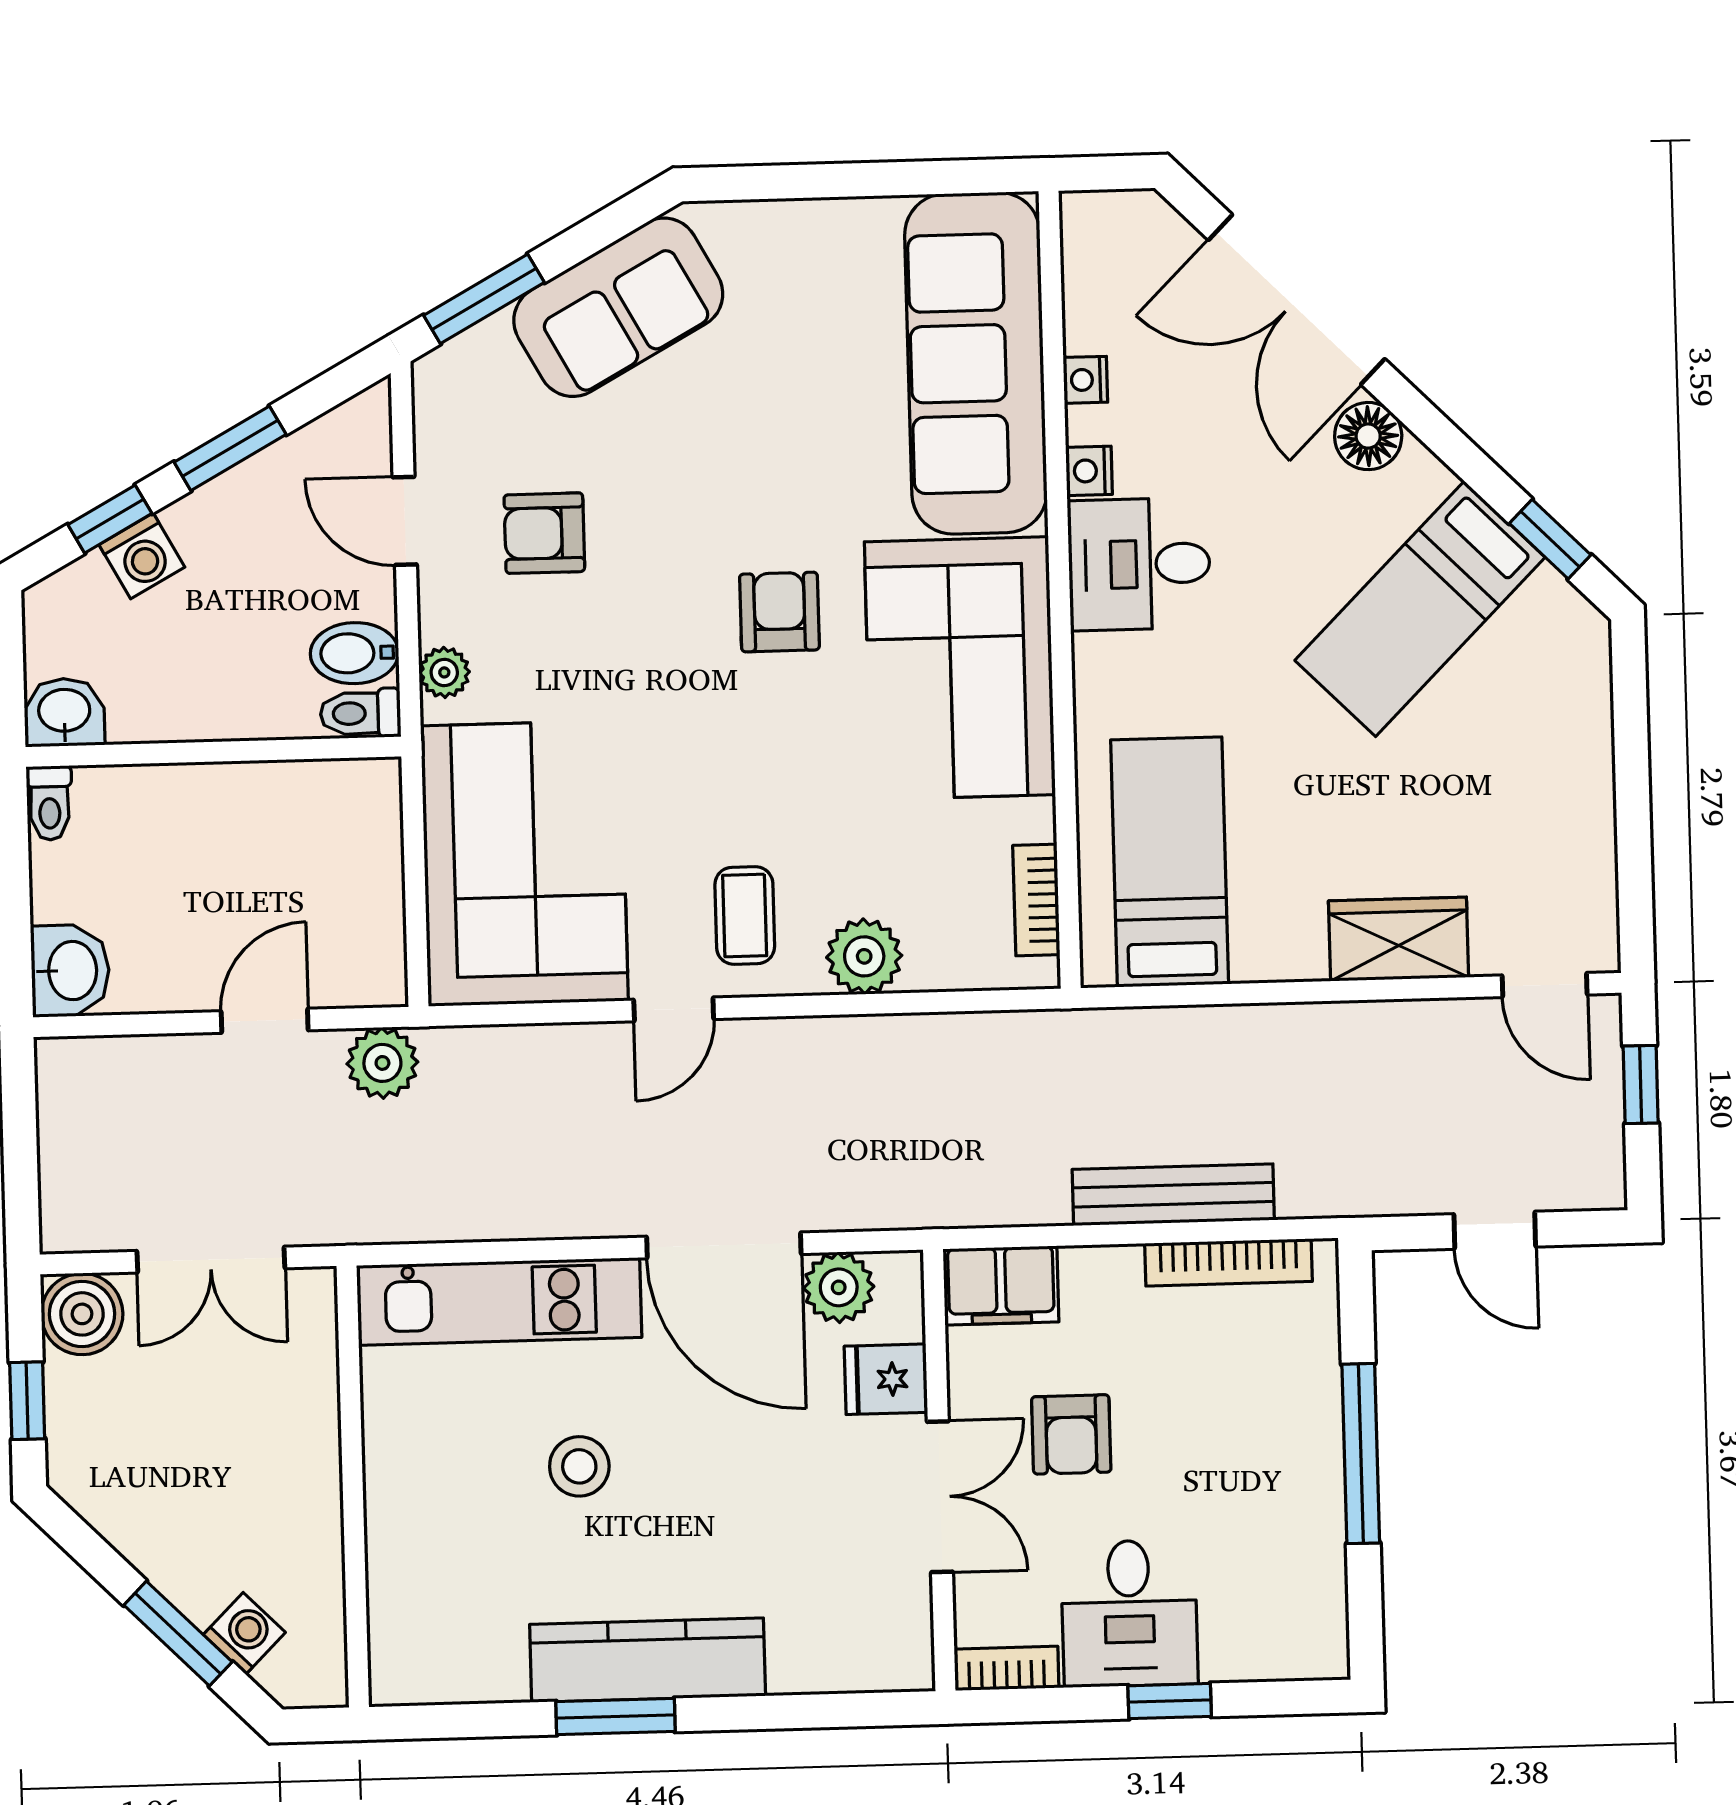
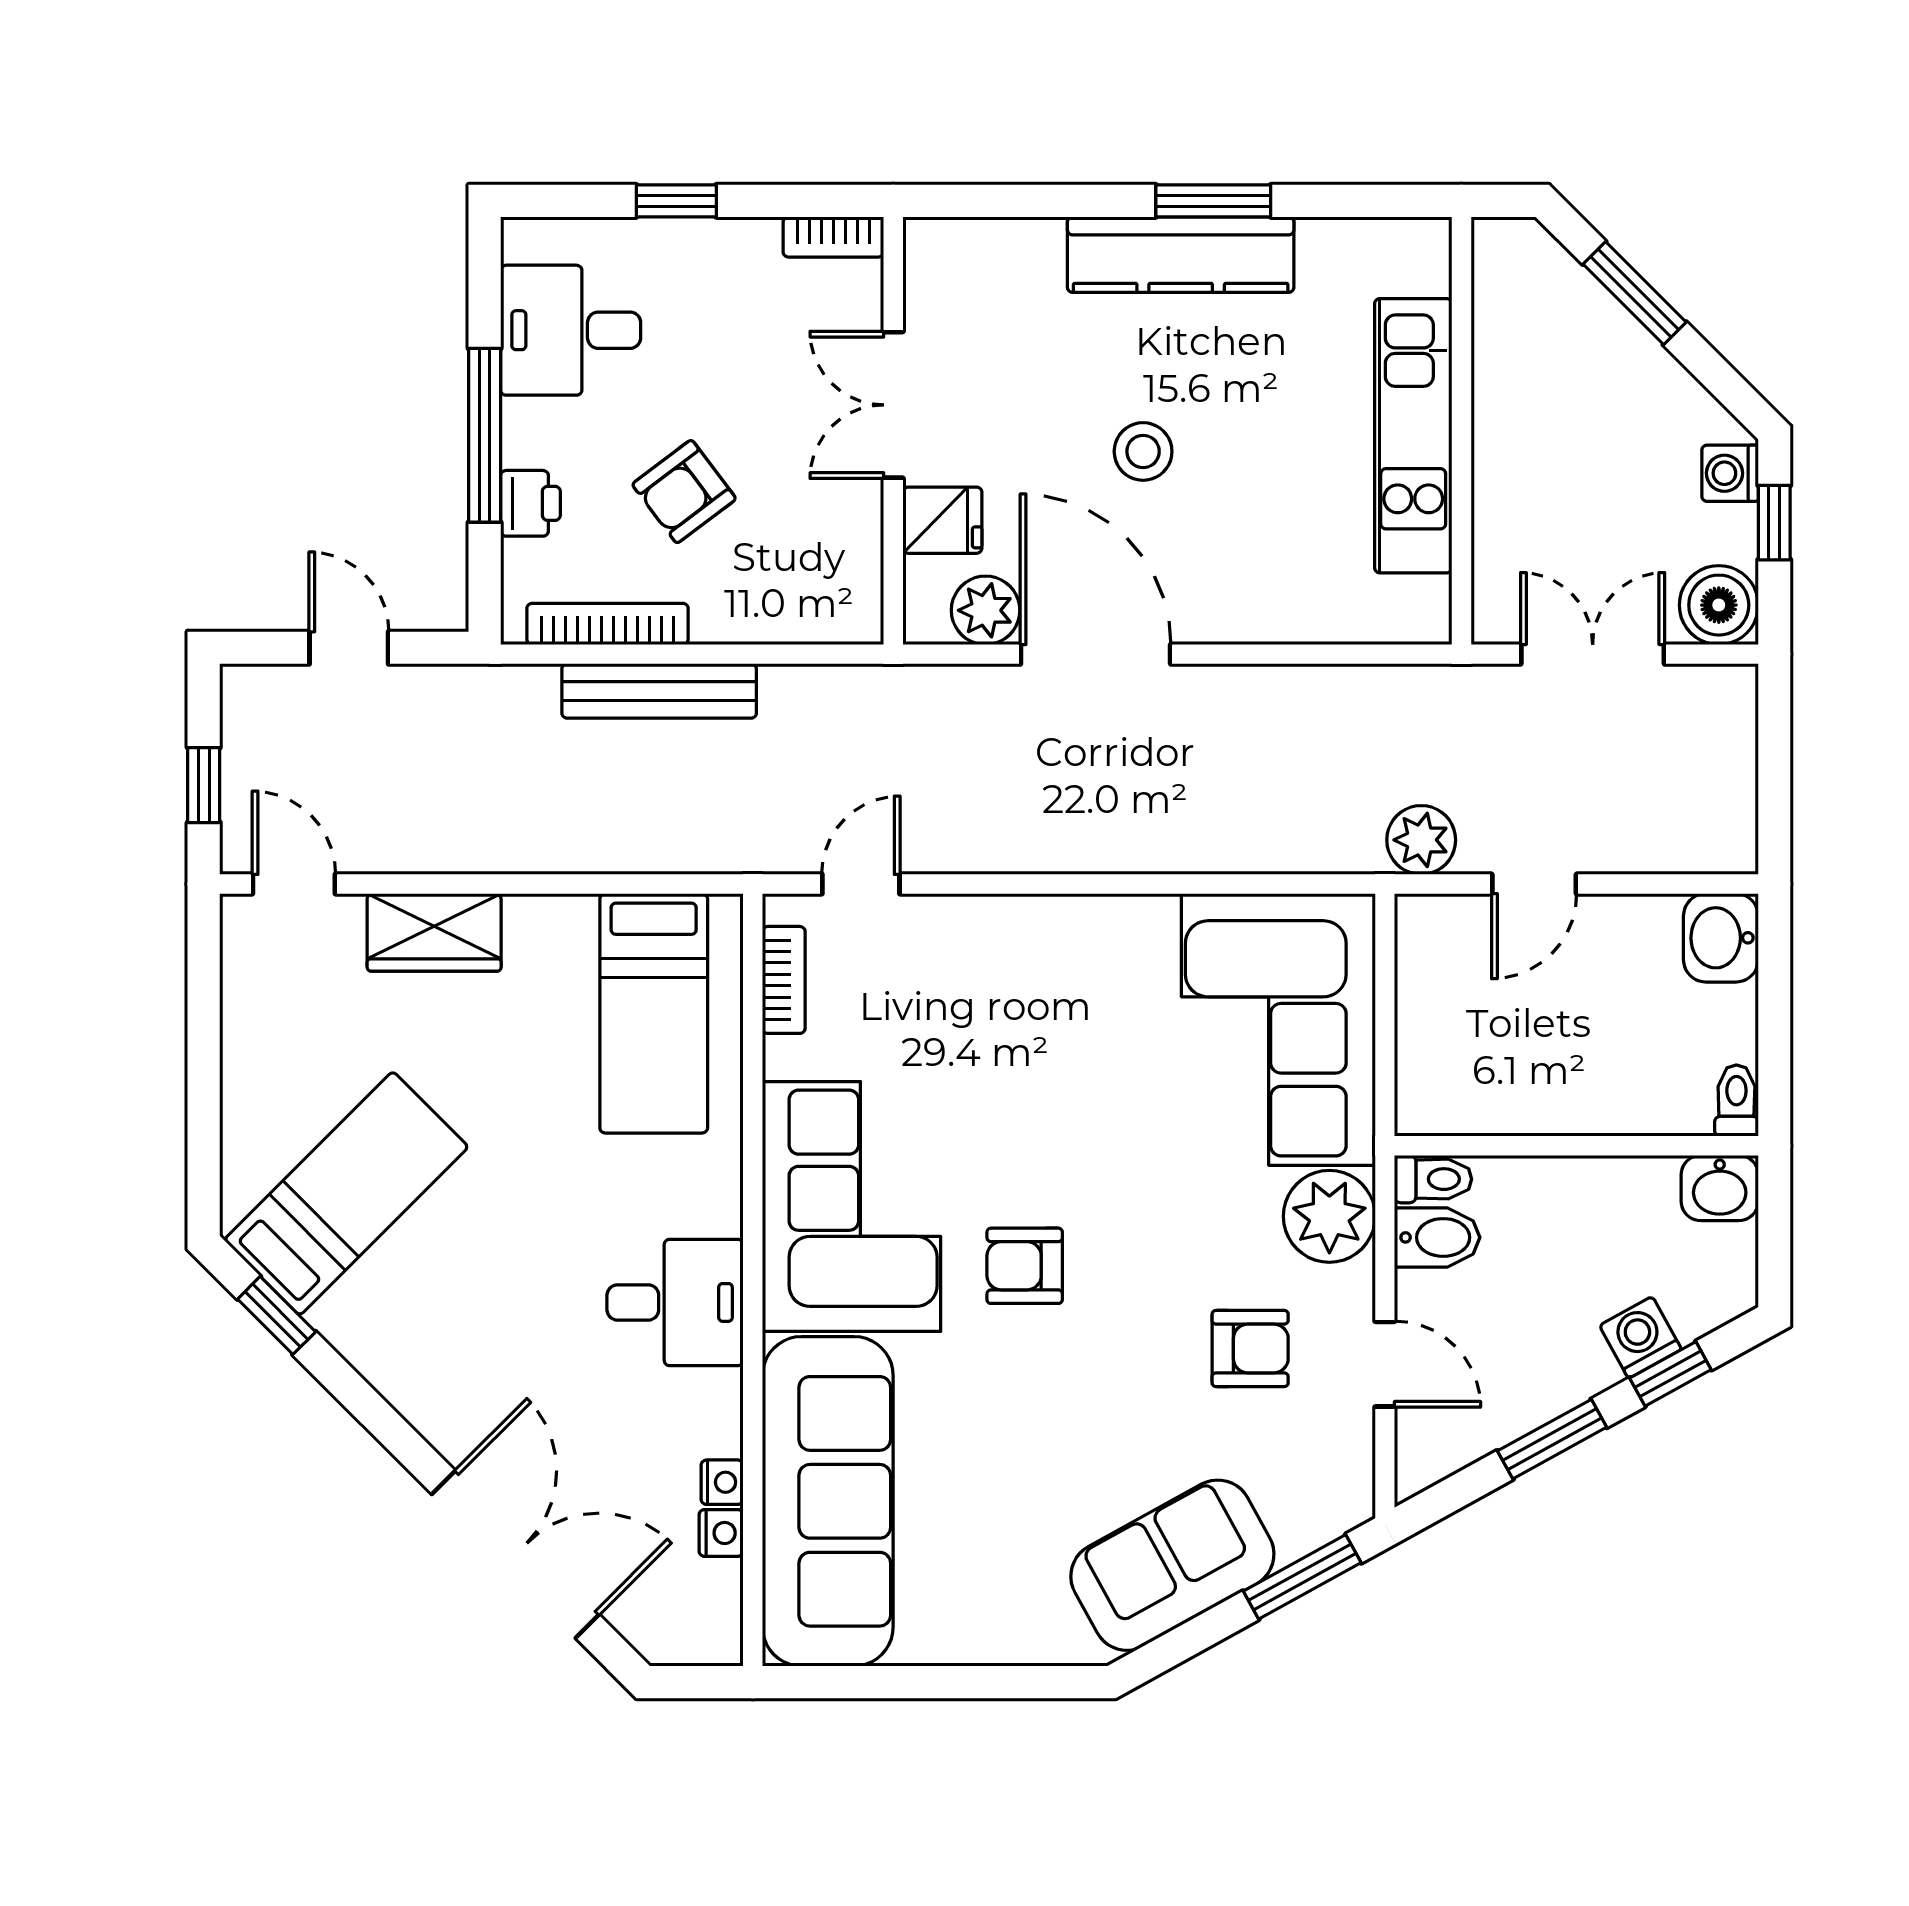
floor lamp: (1368, 436) -> (450, 1420), removed
nightstand: (1089, 471) -> (721, 1533), moved
bed: (1420, 609) -> (346, 1193), moved
armchair: (779, 612) -> (1025, 1266), turned 90
plant: (444, 672) -> (1329, 1216), width x1.88, depth x1.88
coffee table: (745, 916) -> (1066, 973), removed
plant: (864, 956) -> (952, 930), removed
door: (674, 1009) -> (861, 884), moved
filing cabinet: (1001, 1285) -> (828, 608), removed
kitchen unit: (499, 1301) -> (1413, 436), moved, turned -90
printer: (1312, 1385) -> (530, 503), added
armchair: (1071, 1434) -> (684, 492), moved, turned -127
stool: (579, 1466) -> (1143, 451), moved
desk: (1129, 1613) -> (571, 330), moved, turned -90
washing machine: (244, 1634) -> (1730, 473), moved, turned 45

